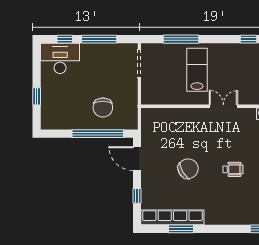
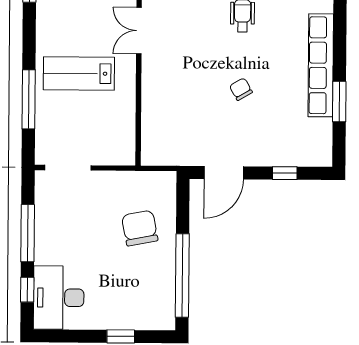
chair: (103, 107) -> (140, 228), turned -101
window: (98, 134) -> (182, 275), moved
chair: (188, 169) -> (241, 89), width x0.54, depth x0.54
row of seats: (172, 217) -> (321, 65), moved

